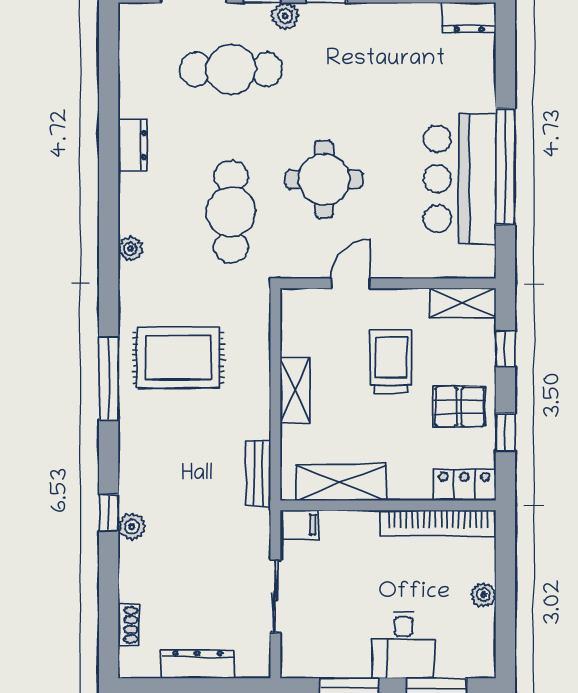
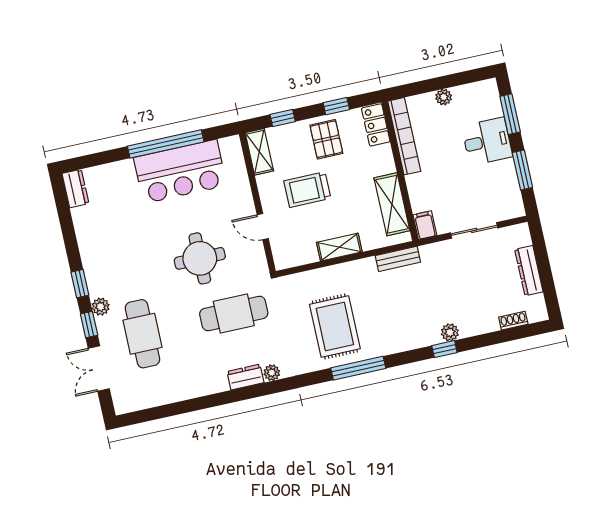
dresser: (133, 145) -> (245, 377), moved

